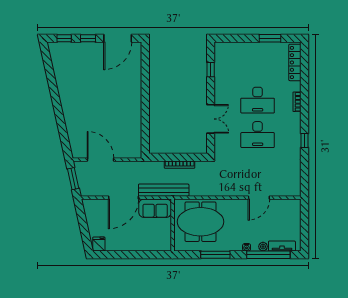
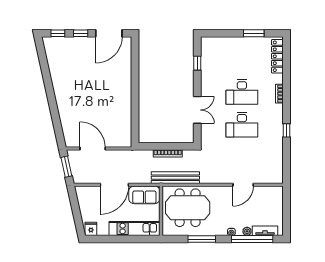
bench: (164, 190) -> (175, 178), moved
kitchen unit: (144, 244) -> (134, 229), added

